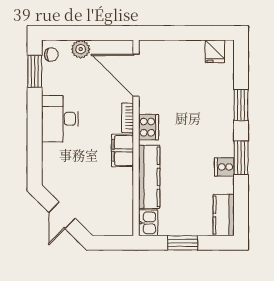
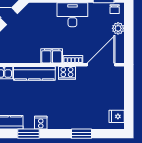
window: (241, 158) -> (29, 134), moved

